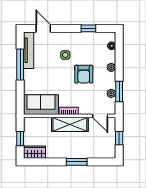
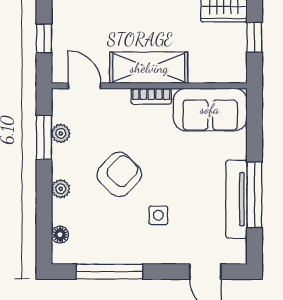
window: (88, 28) -> (109, 272), width x2.17
tv unit: (29, 50) -> (237, 199), moved
armchair: (84, 74) -> (119, 174), turned 44

